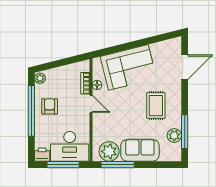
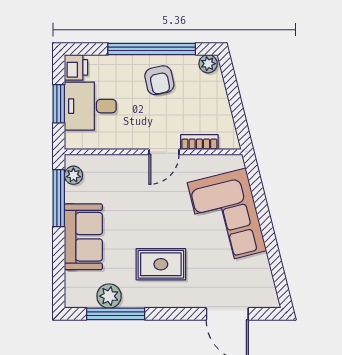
floor lamp: (97, 85) -> (196, 162), removed
armchair: (50, 106) -> (159, 80), turned 78
desk: (70, 146) -> (90, 106), width x0.73
plant: (109, 151) -> (73, 175), width x0.53, depth x0.53
window: (63, 165) -> (59, 104), width x0.69

